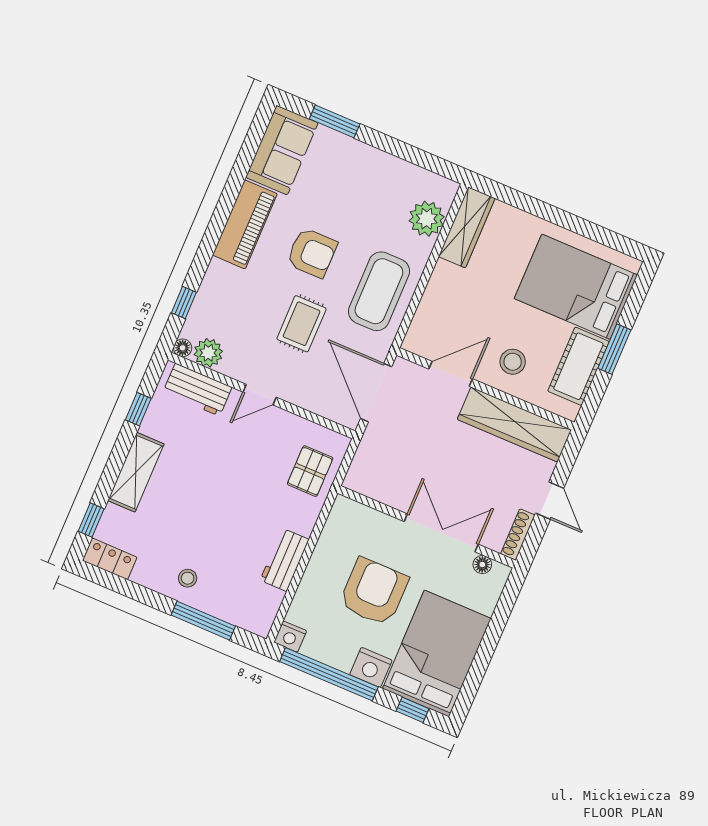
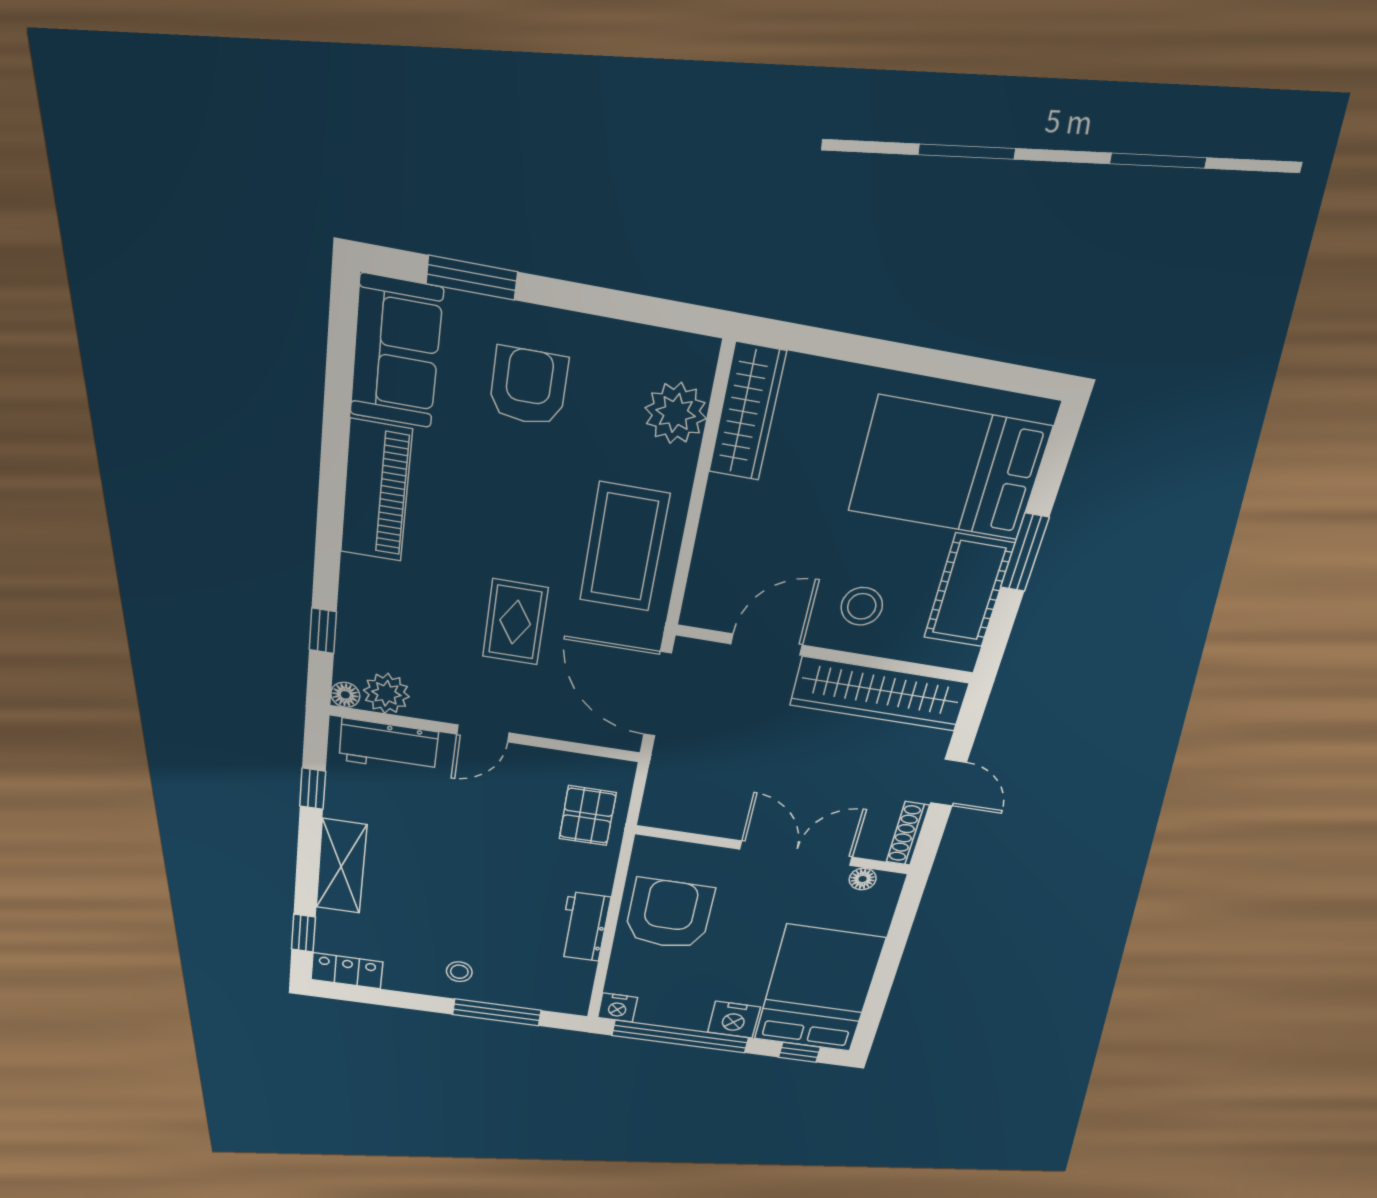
armchair: (312, 253) -> (529, 386), moved, turned -90
armchair: (374, 592) -> (669, 914), moved

